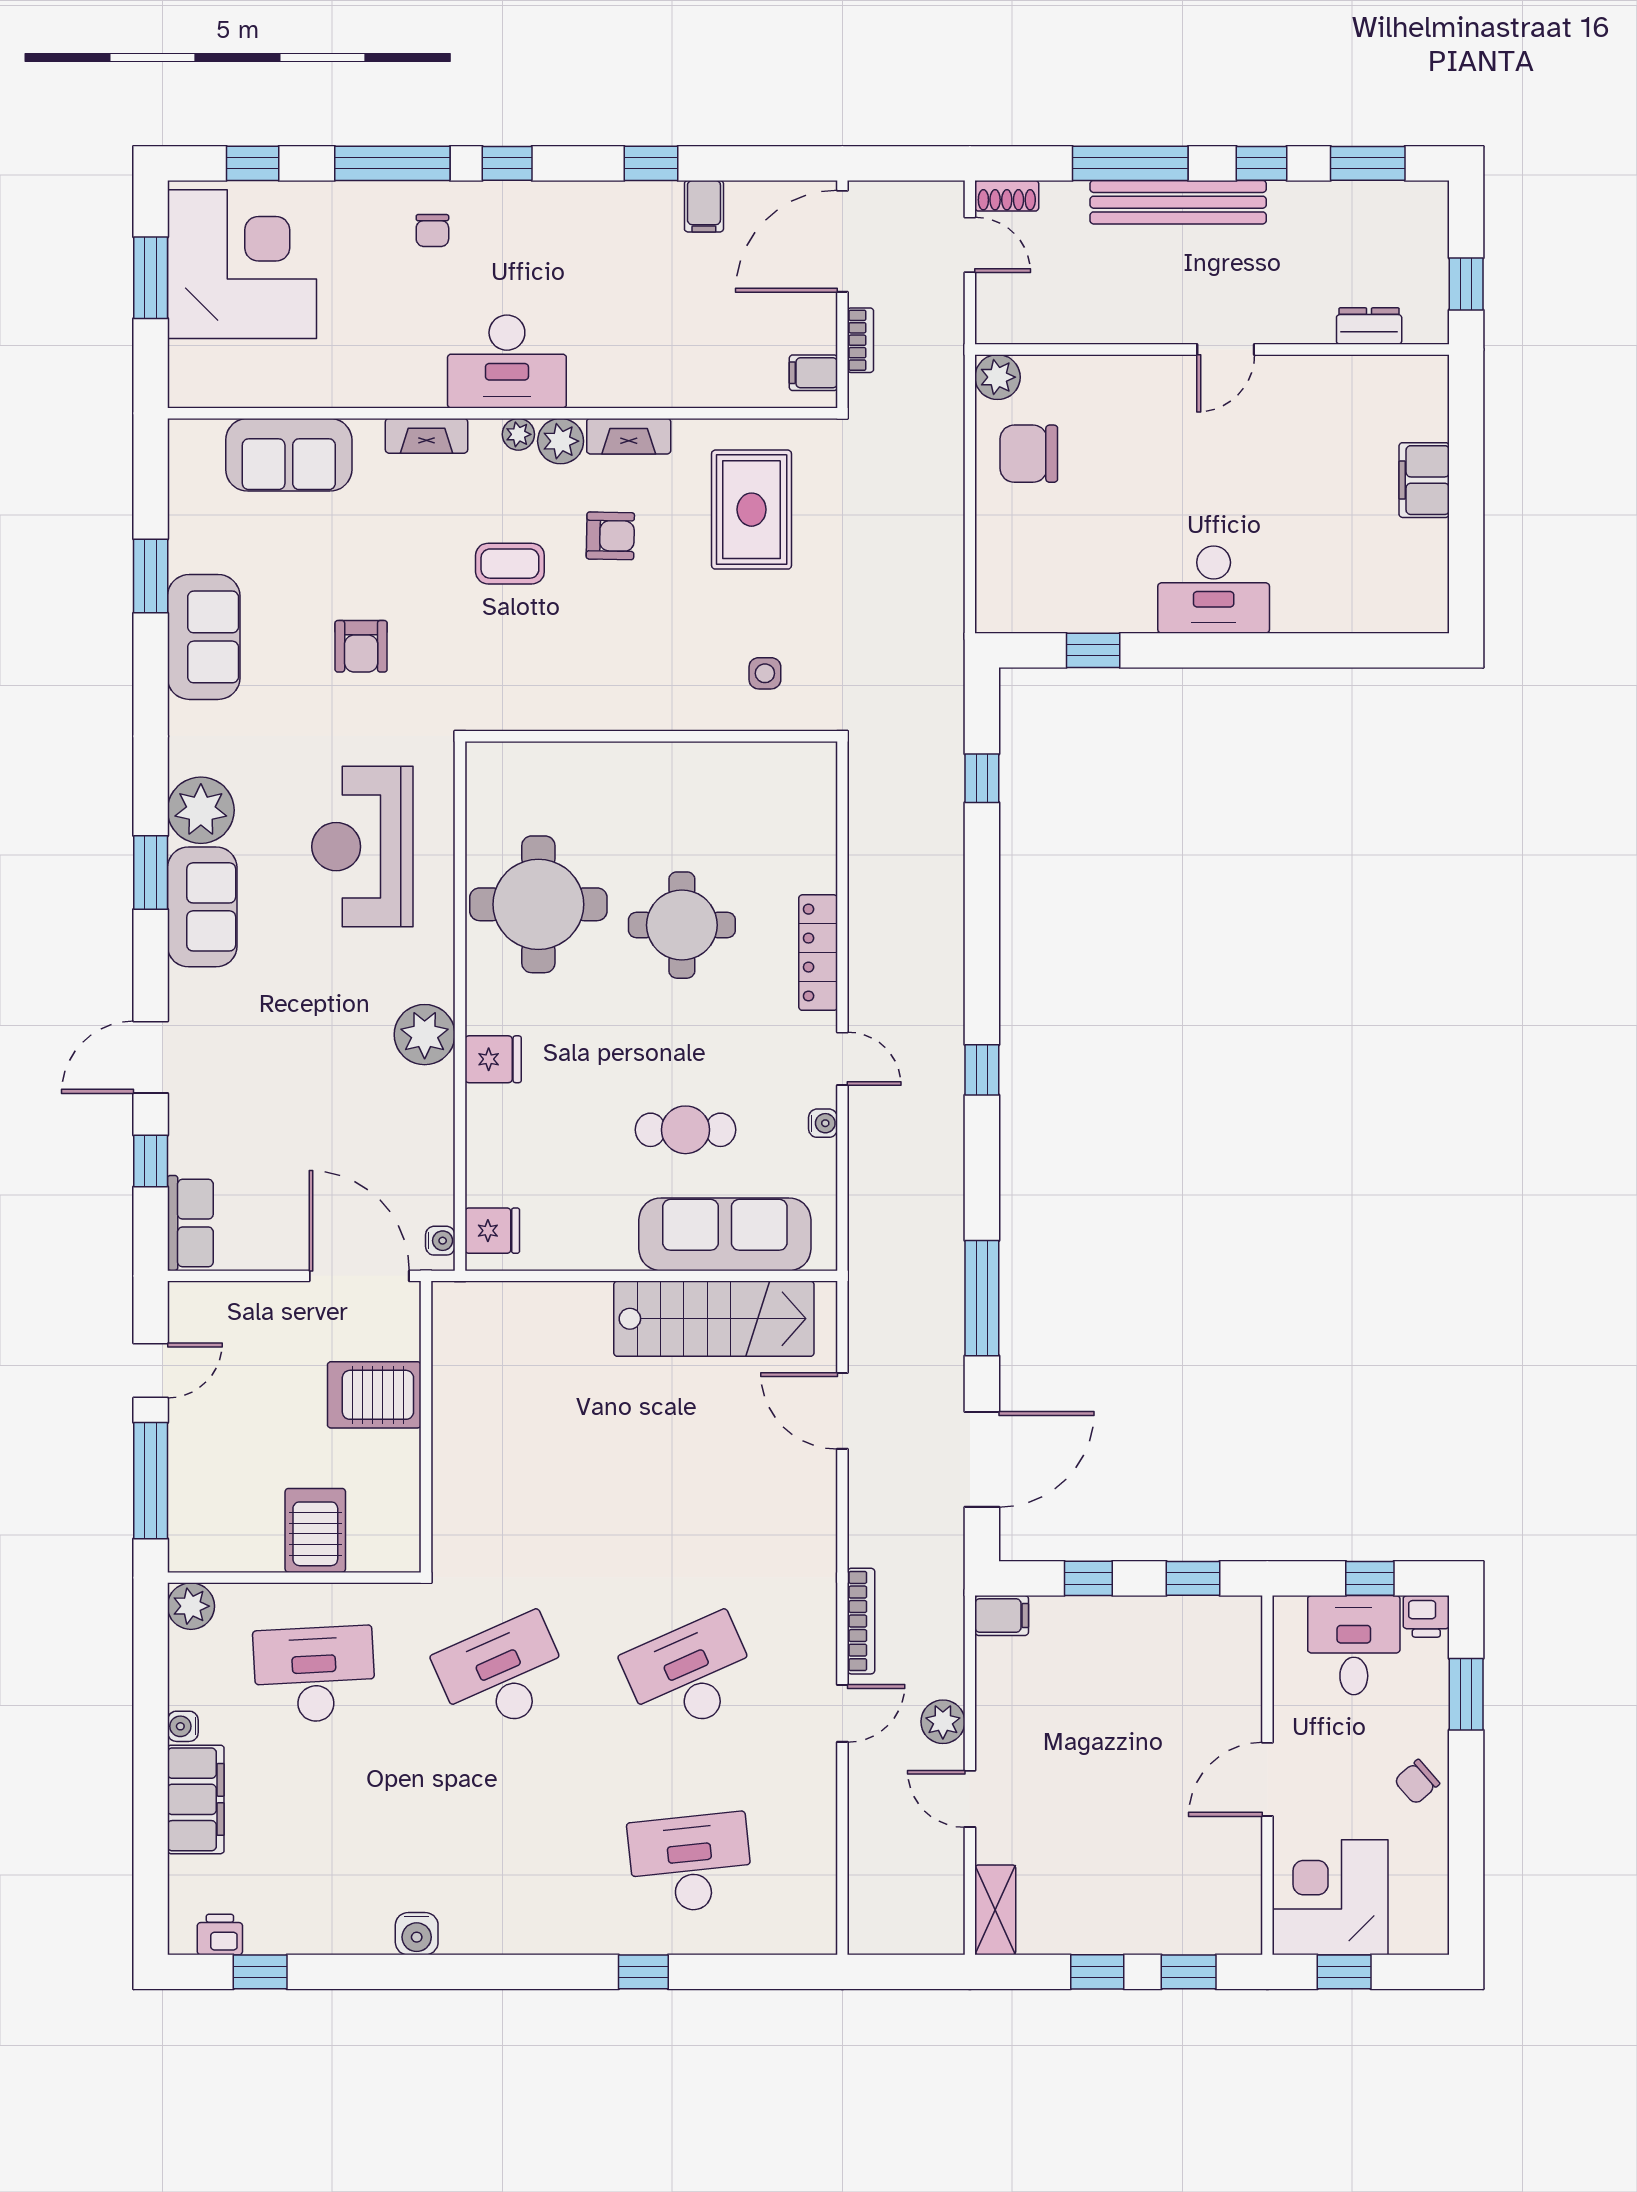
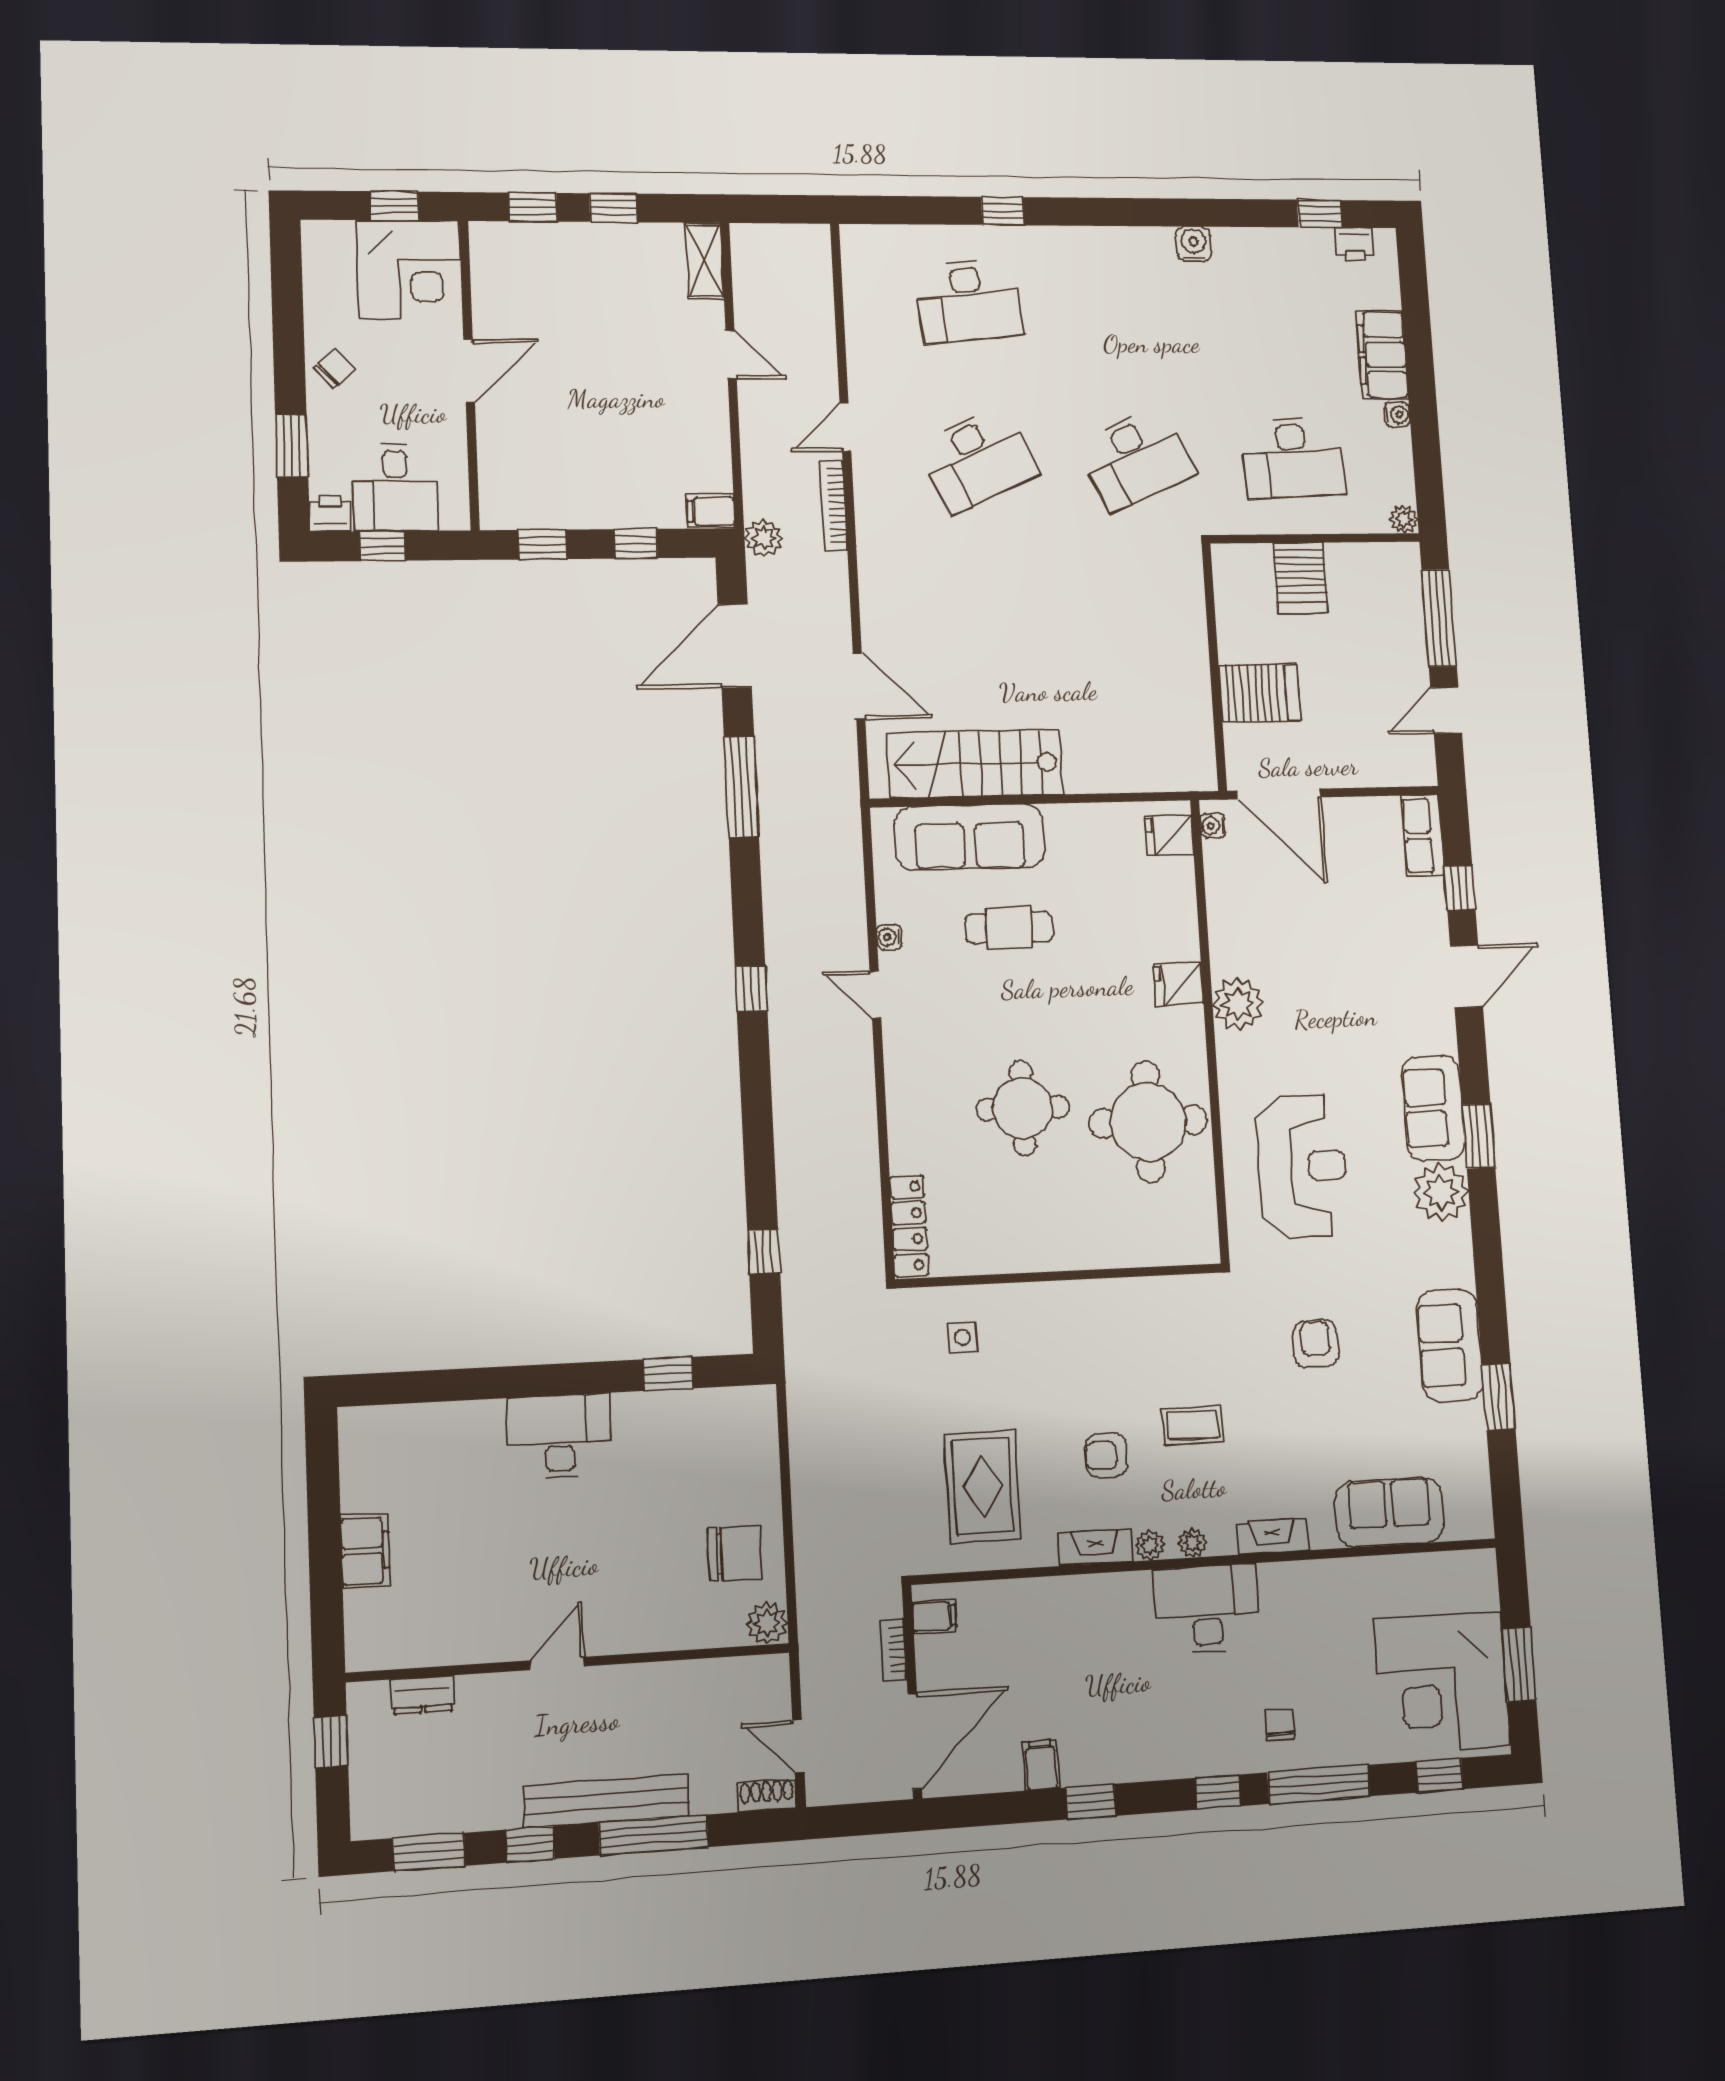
plant: (561, 441) -> (1150, 1545), width x0.73, depth x0.73
locker: (818, 953) -> (909, 1226), moved
plant: (191, 1606) -> (1404, 519), width x0.73, depth x0.73
plant: (943, 1722) -> (764, 538), moved

